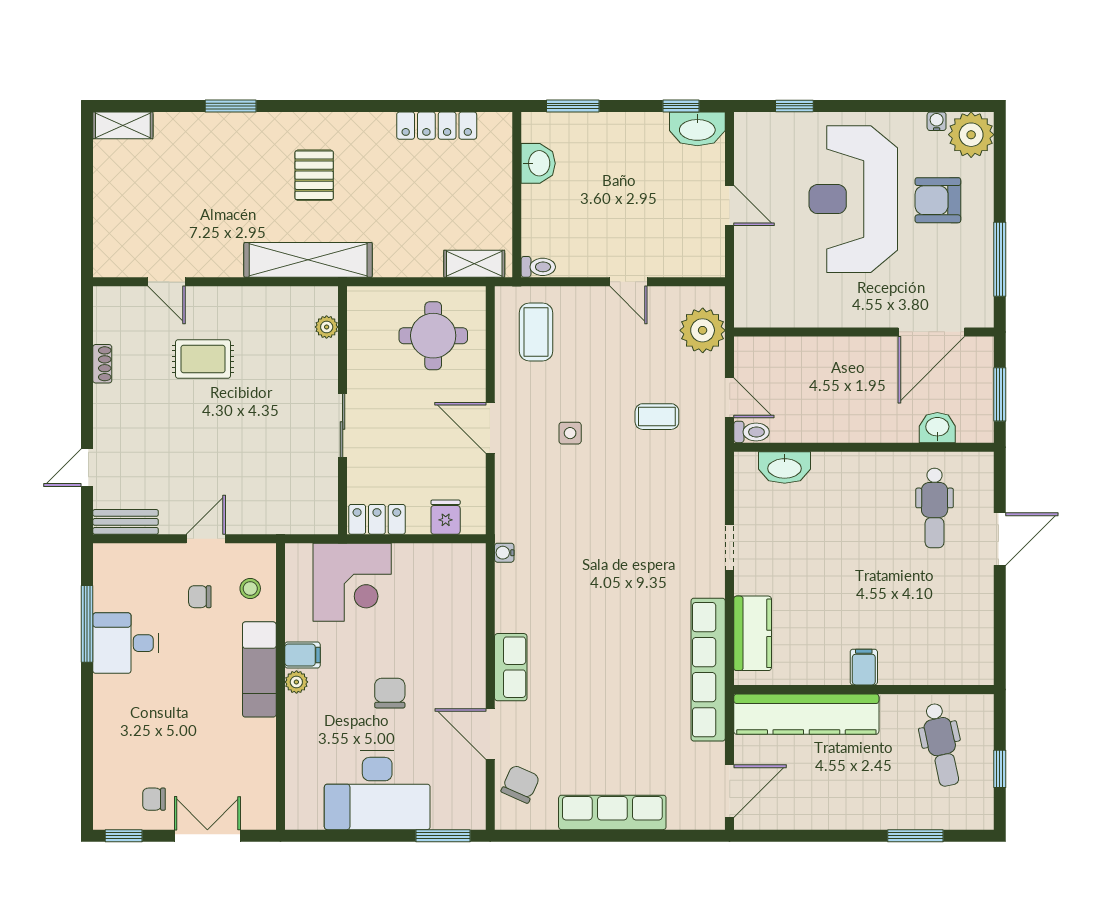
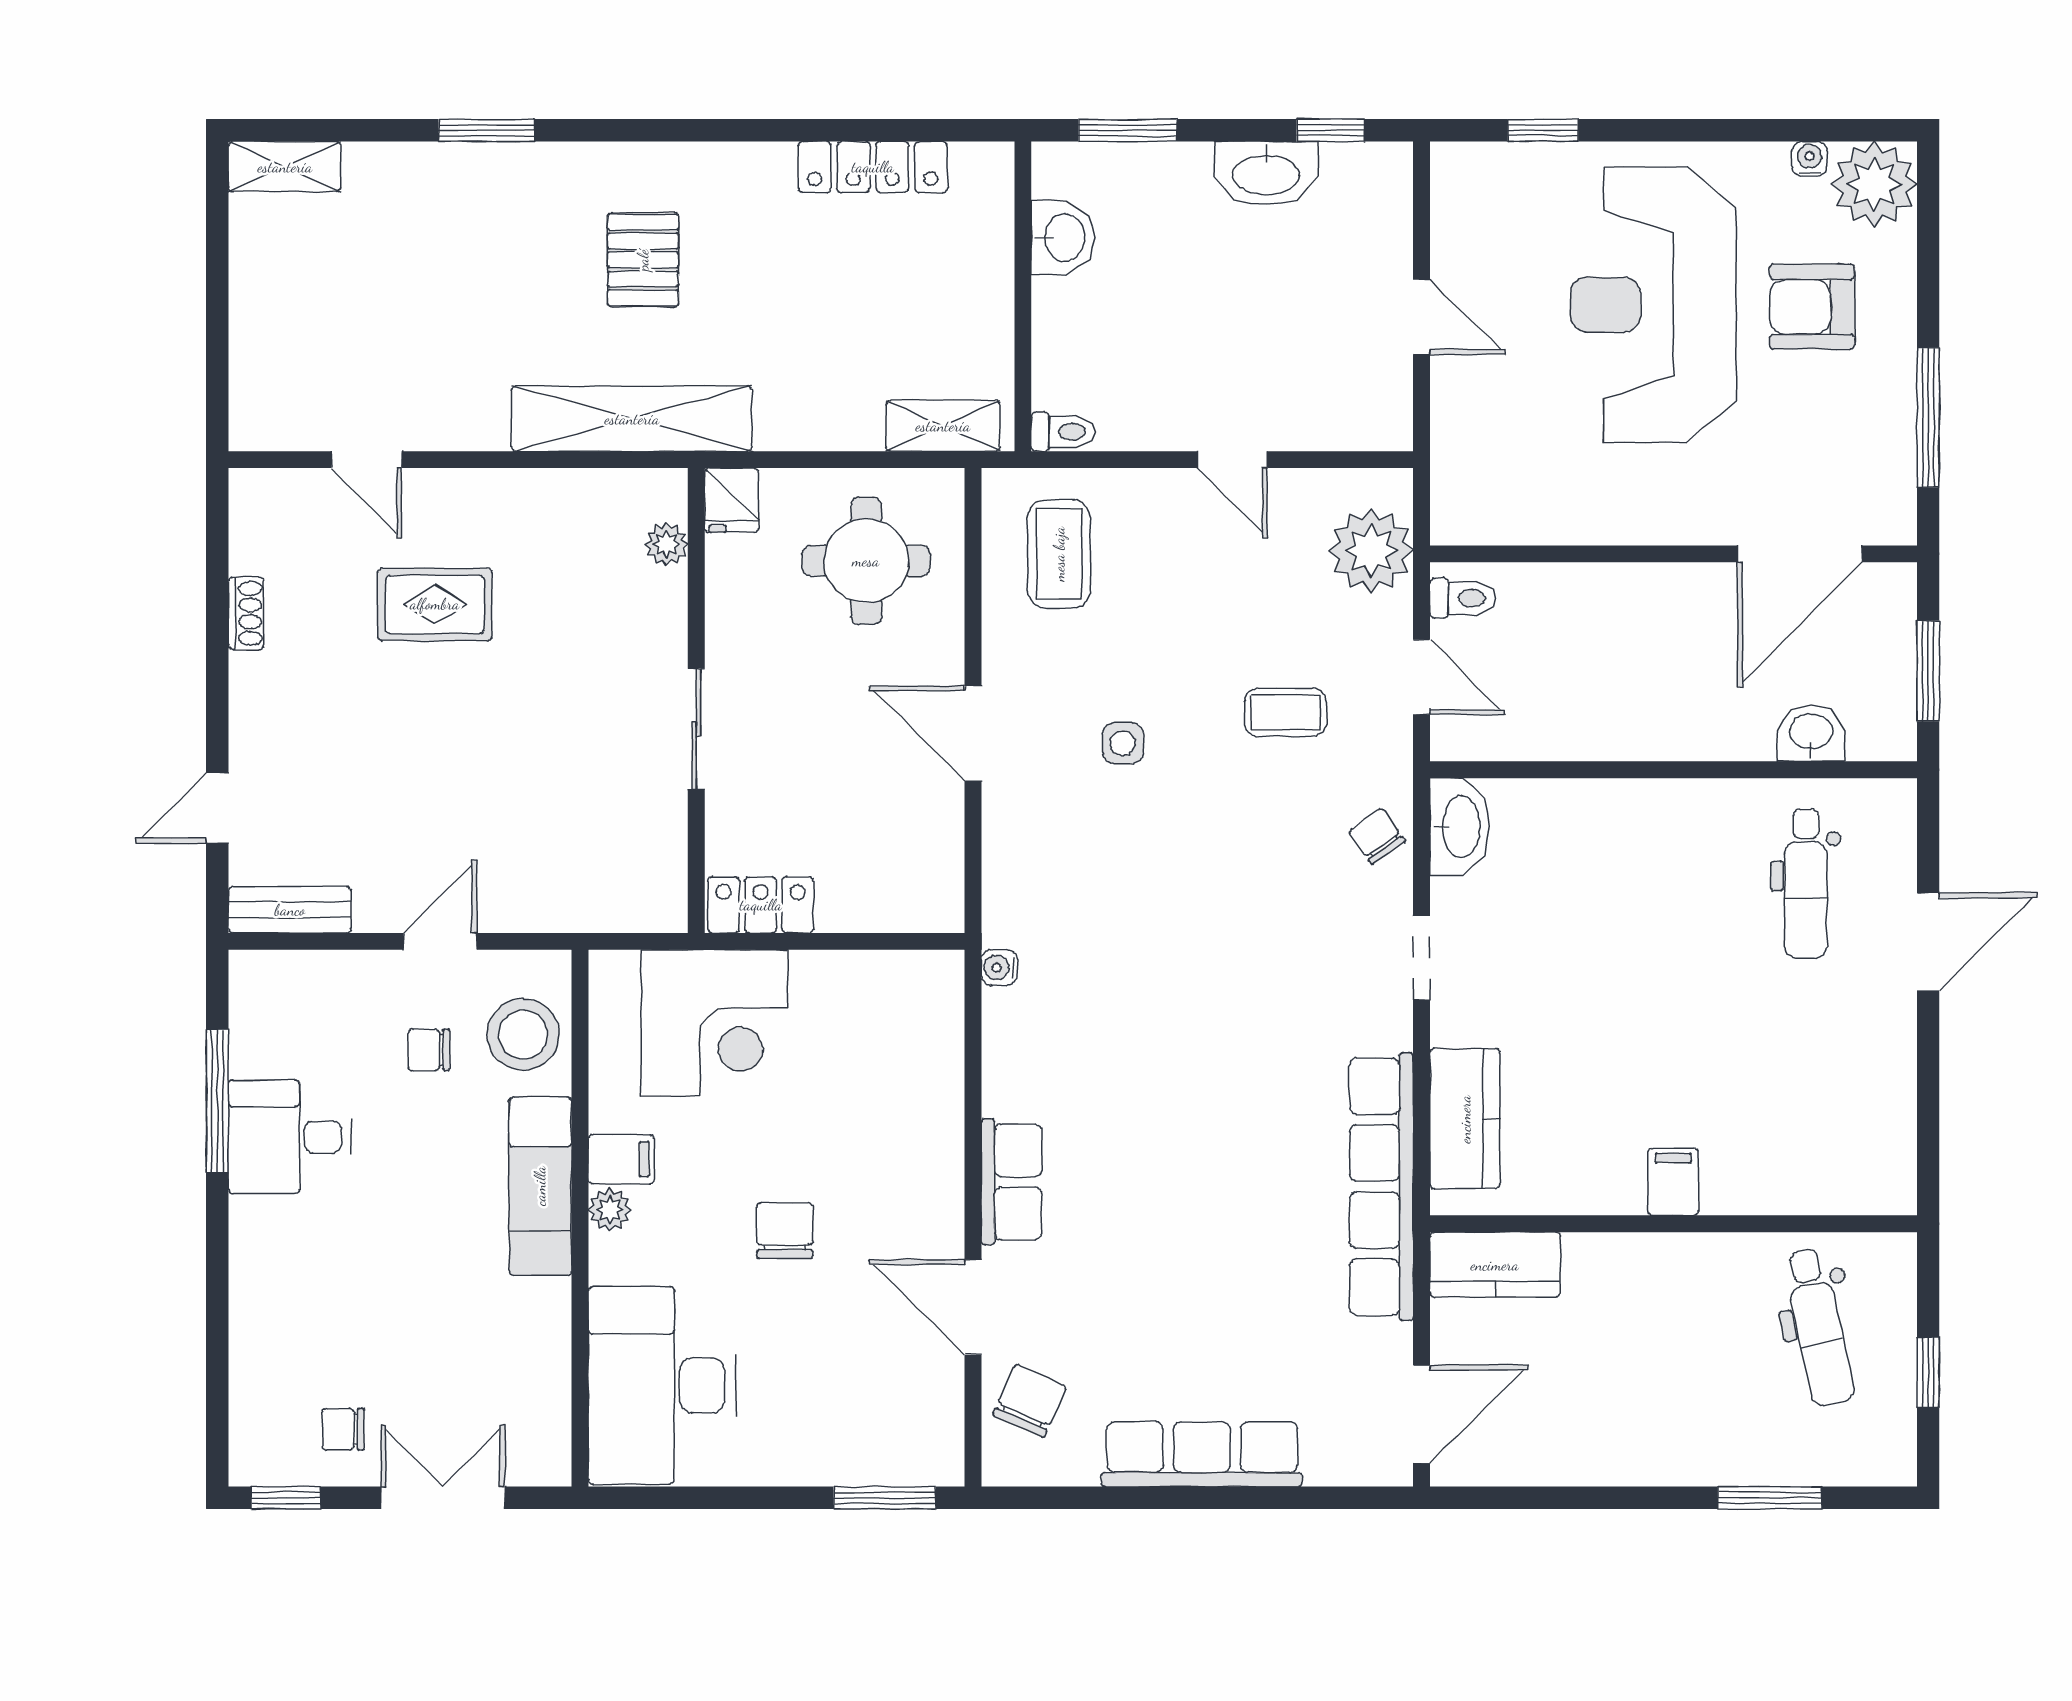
washbasin: (697, 129) -> (1266, 173), moved
toilet: (752, 432) -> (1463, 598), moved
washbasin: (785, 468) -> (1460, 827), moved, turned -90
chair: (706, 483) -> (1377, 836), added
fridge: (446, 517) -> (732, 500), moved, turned 180
stool: (250, 588) -> (523, 1035), width x1.89, depth x1.89
kitchen counter: (806, 714) -> (1495, 1265), width x0.48, depth x0.86
desk: (377, 790) -> (662, 1385), moved, turned 90

